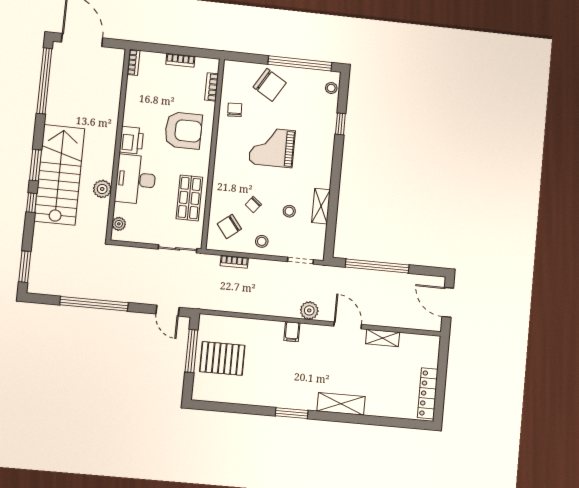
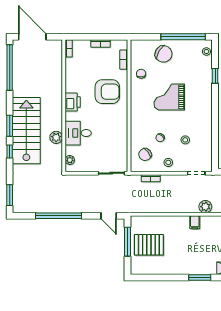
desk: (136, 179) -> (78, 133), width x0.73
shop shelf: (189, 198) -> (116, 138), removed
shelving: (321, 206) -> (207, 134), removed

